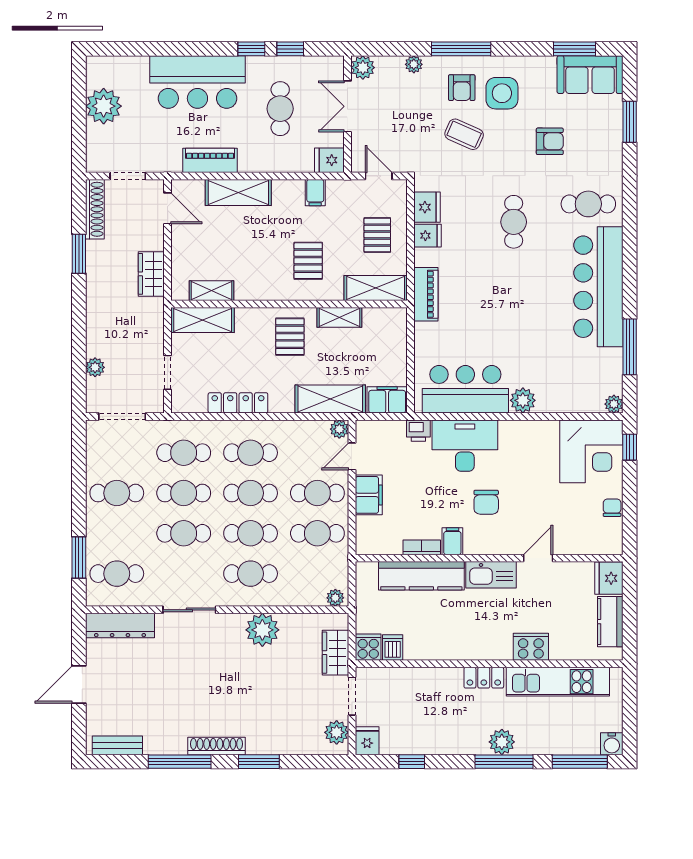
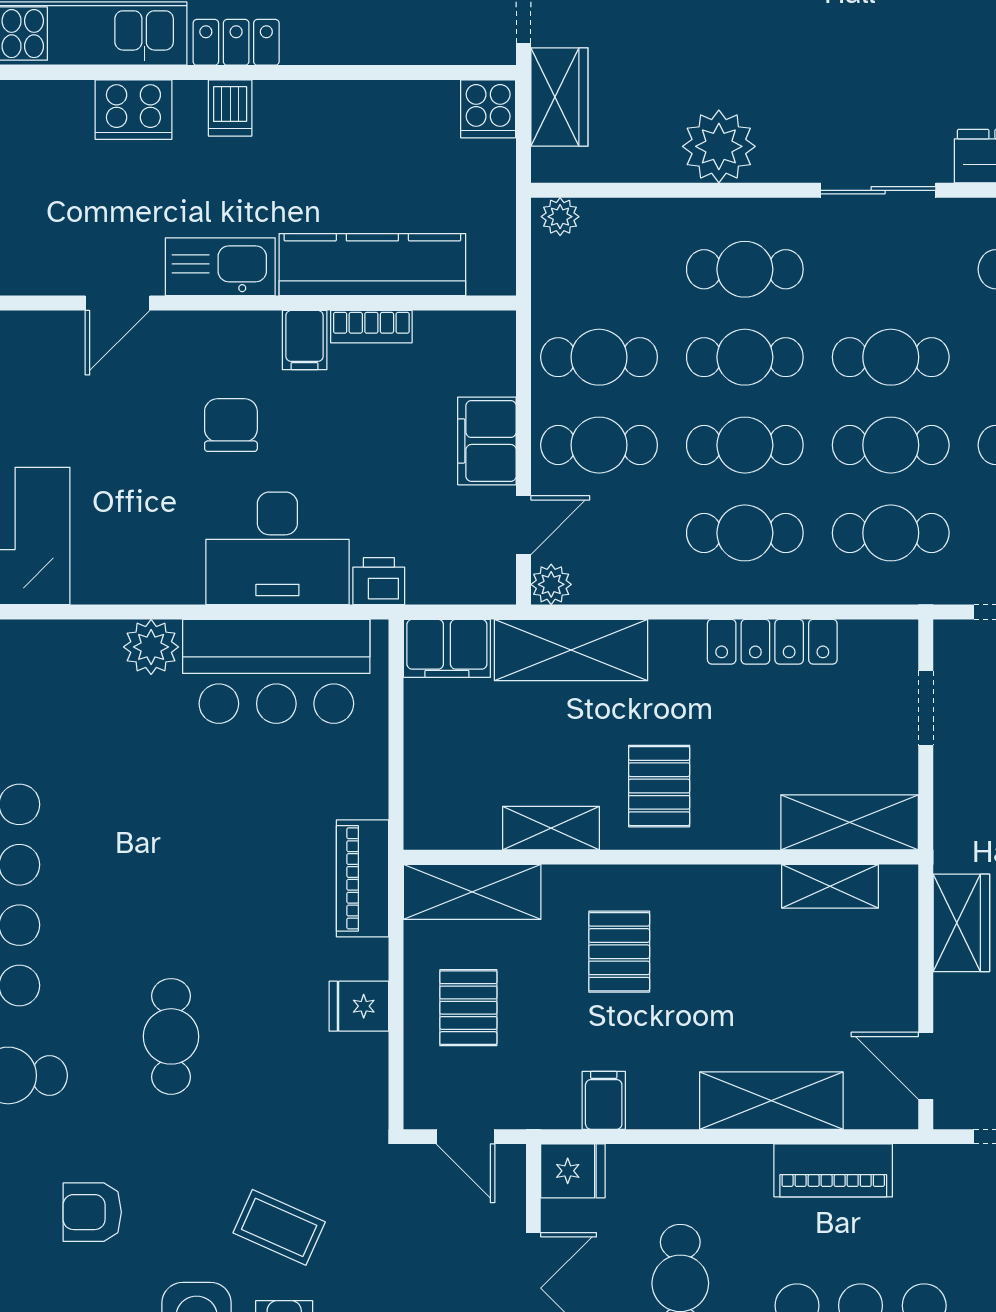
fridge: (427, 207) -> (360, 1068), removed
dishwasher: (393, 648) -> (230, 108), moved

